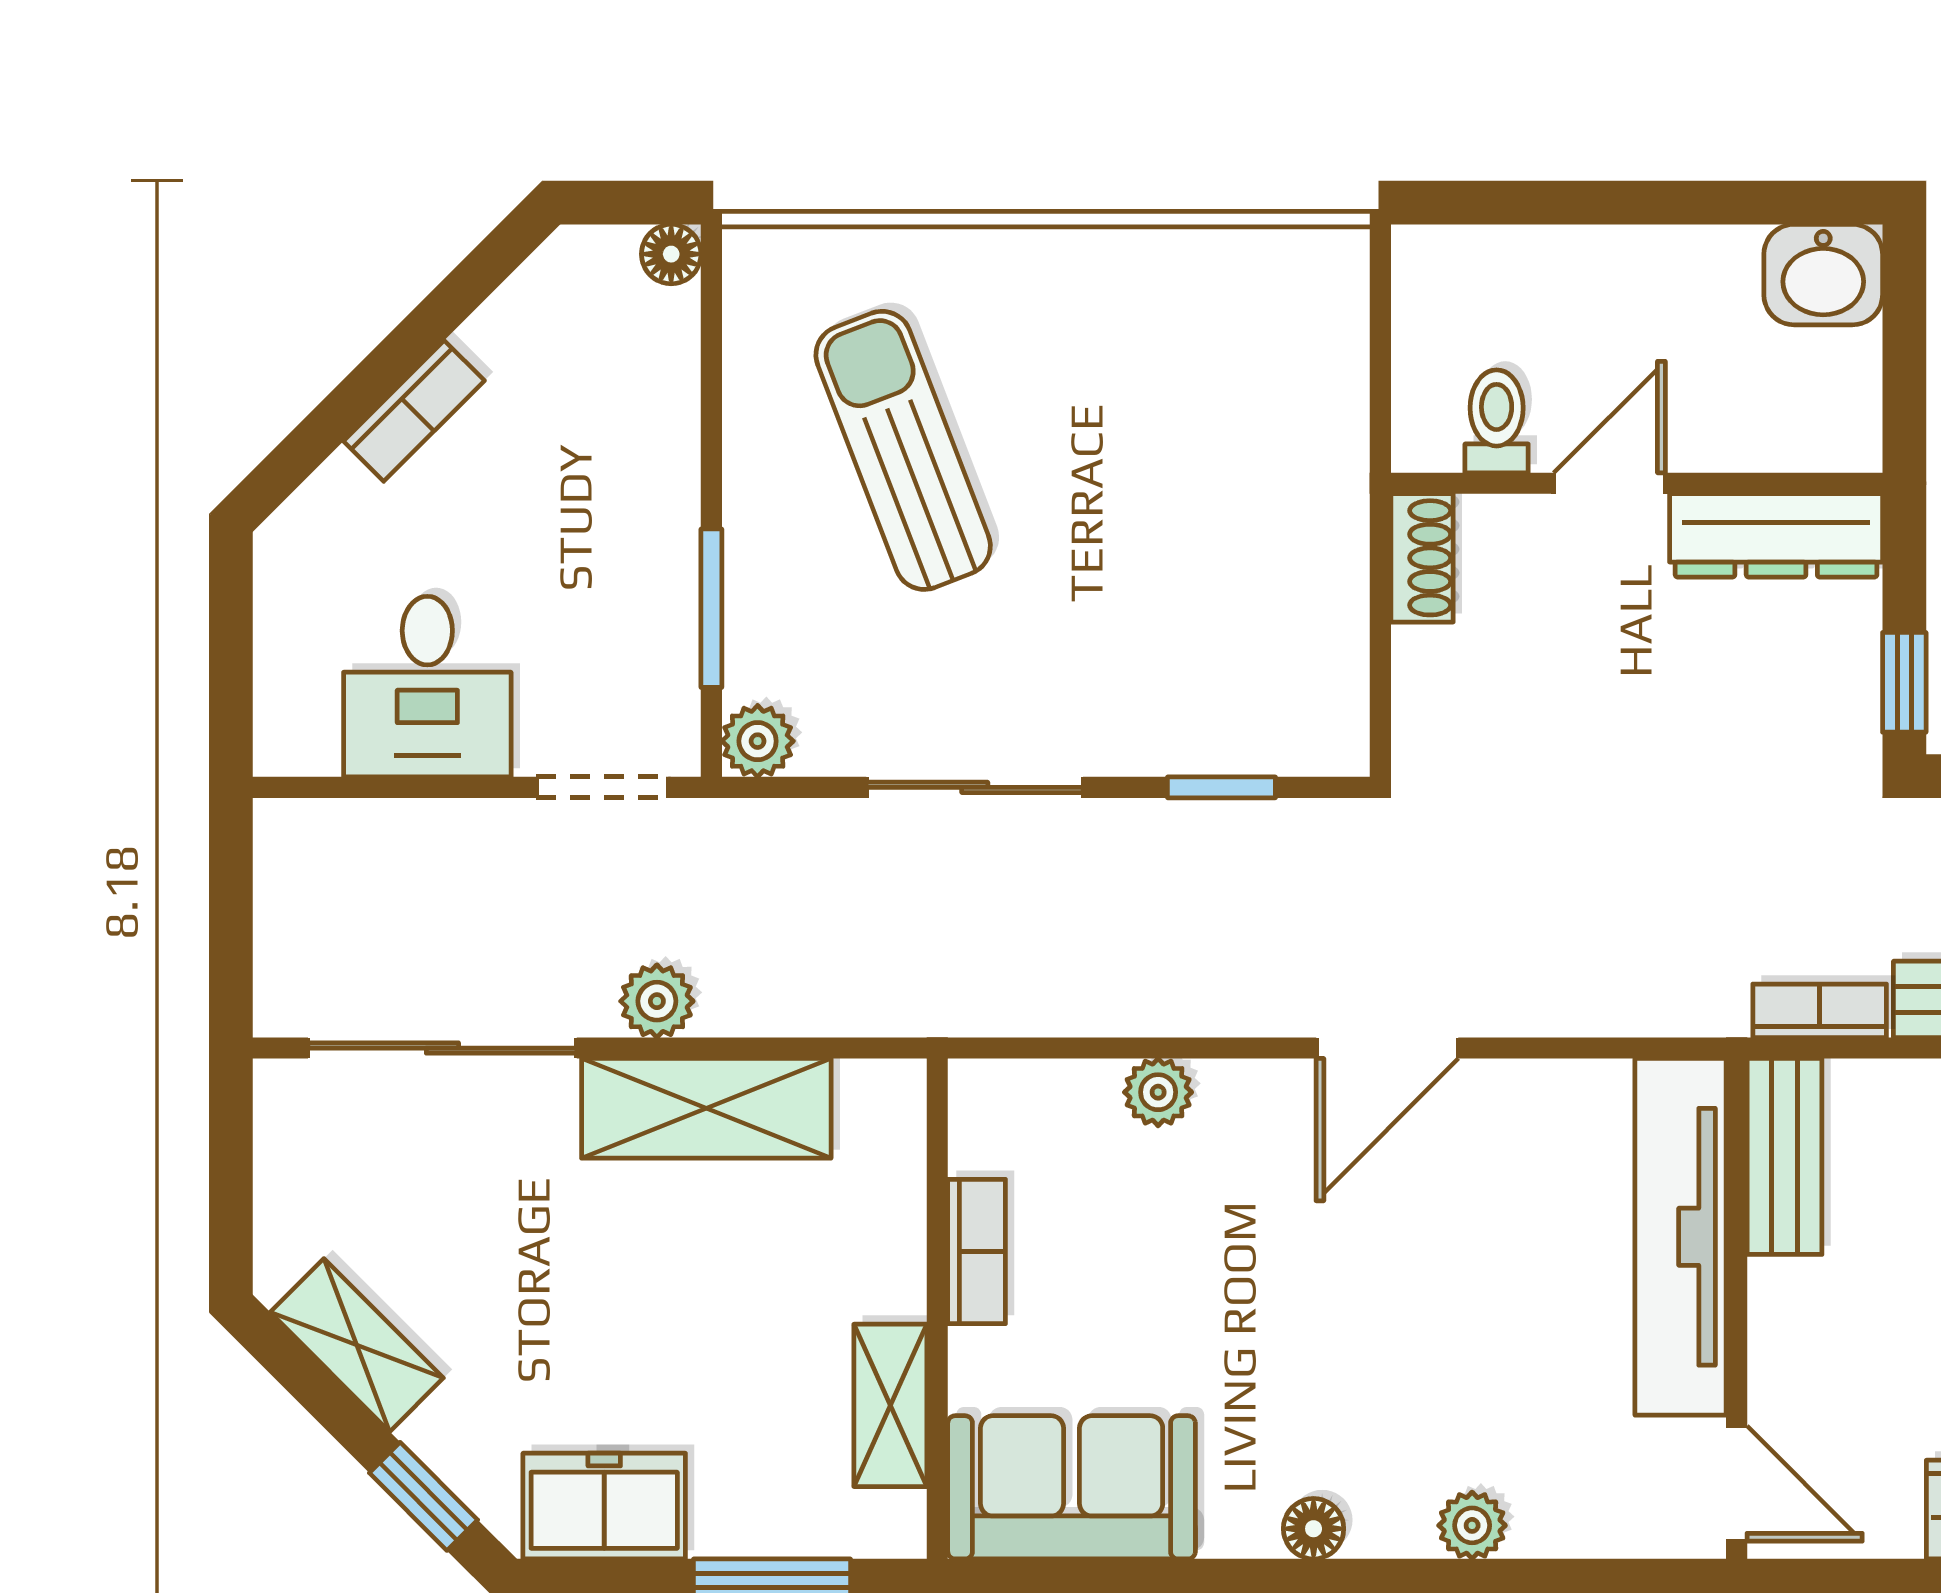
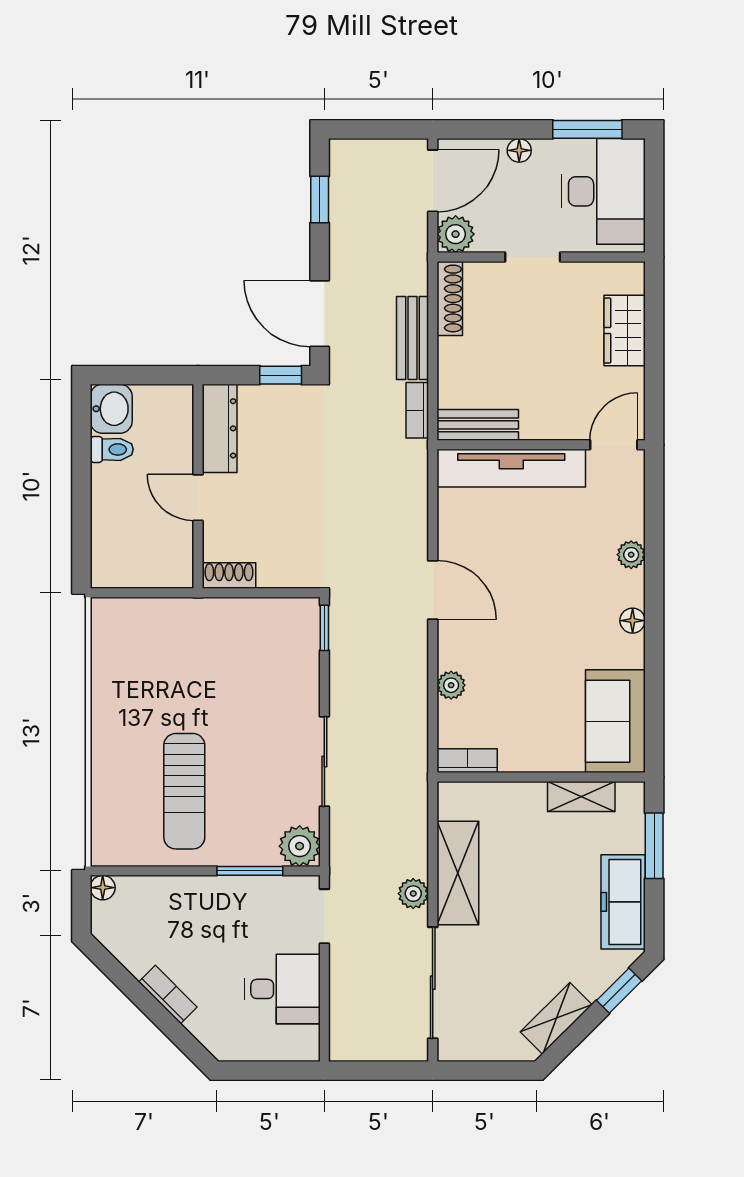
toilet: (1497, 421) -> (112, 449), moved, turned 180
sun lounger: (903, 450) -> (184, 791), turned -69
plant: (758, 741) -> (300, 846), width x1.38, depth x1.38
window: (1221, 787) -> (324, 628), moved
bookcase: (977, 1251) -> (467, 761), moved
freezer: (604, 1506) -> (623, 902), width x1.40

